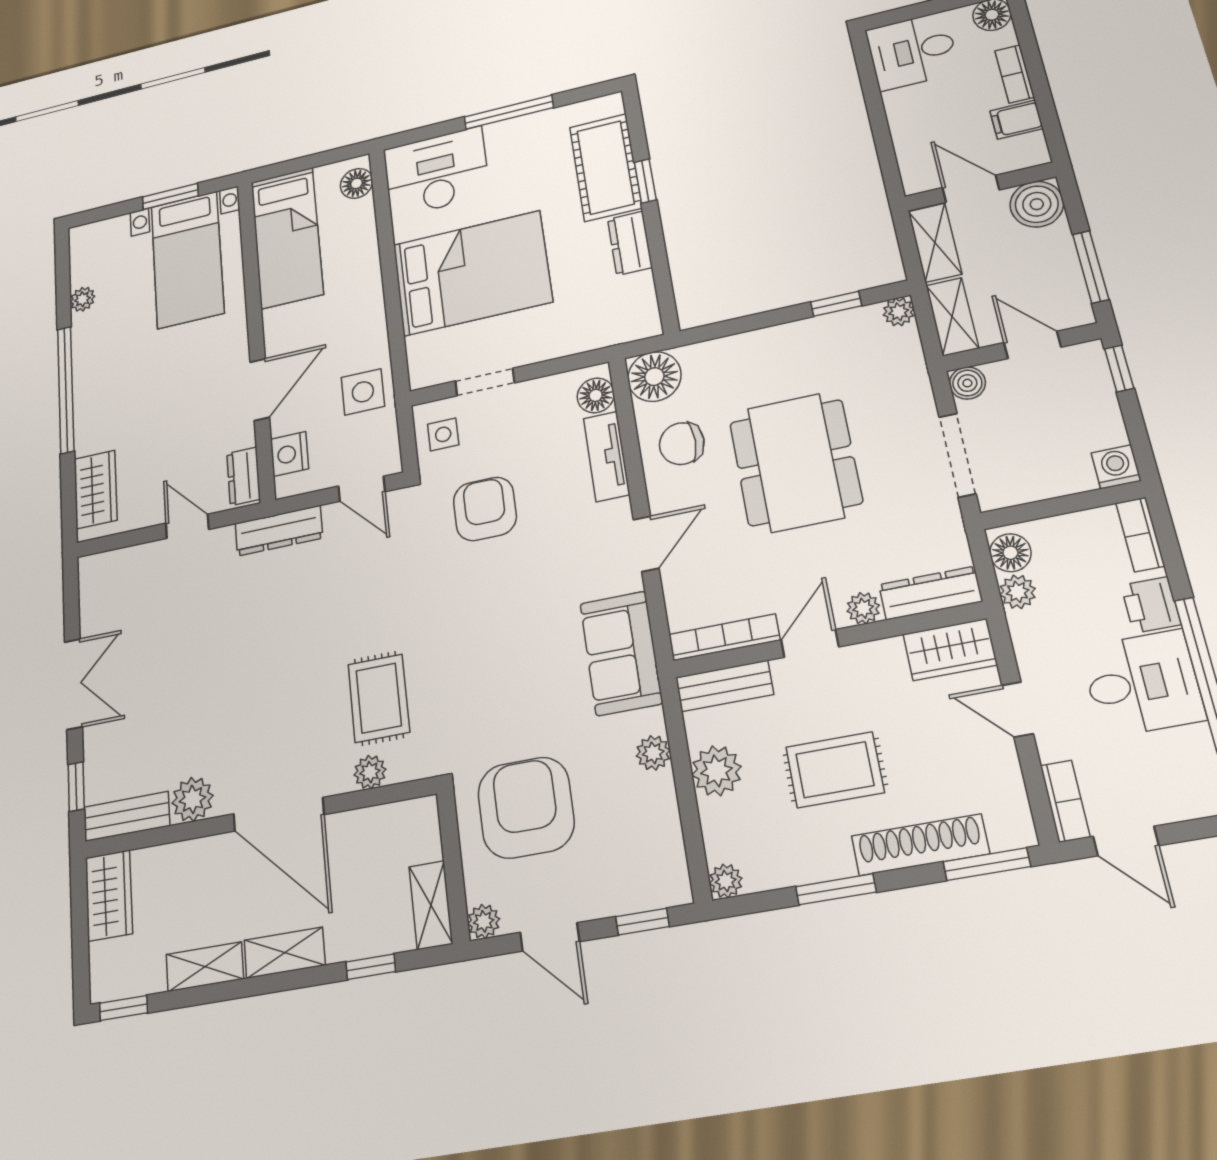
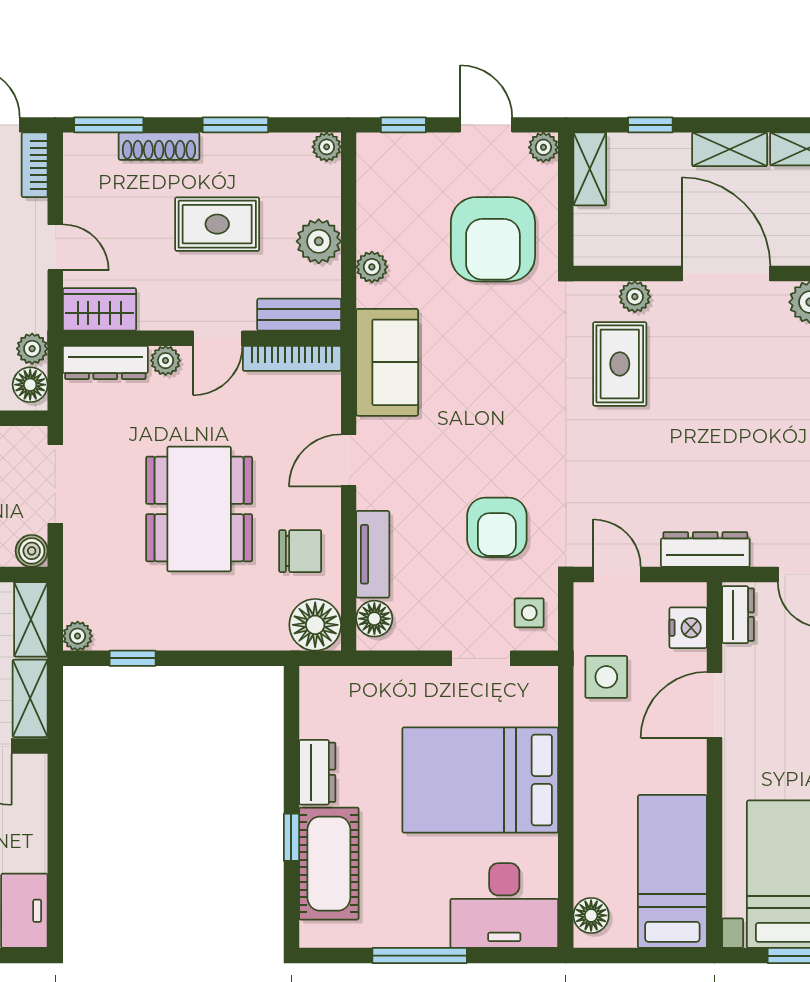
shoe rack: (920, 845) -> (159, 146), width x0.74, depth x0.81

